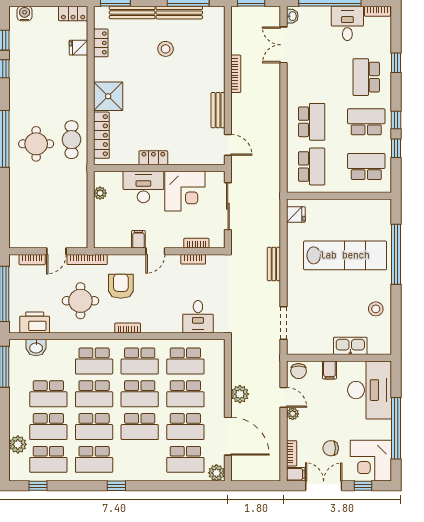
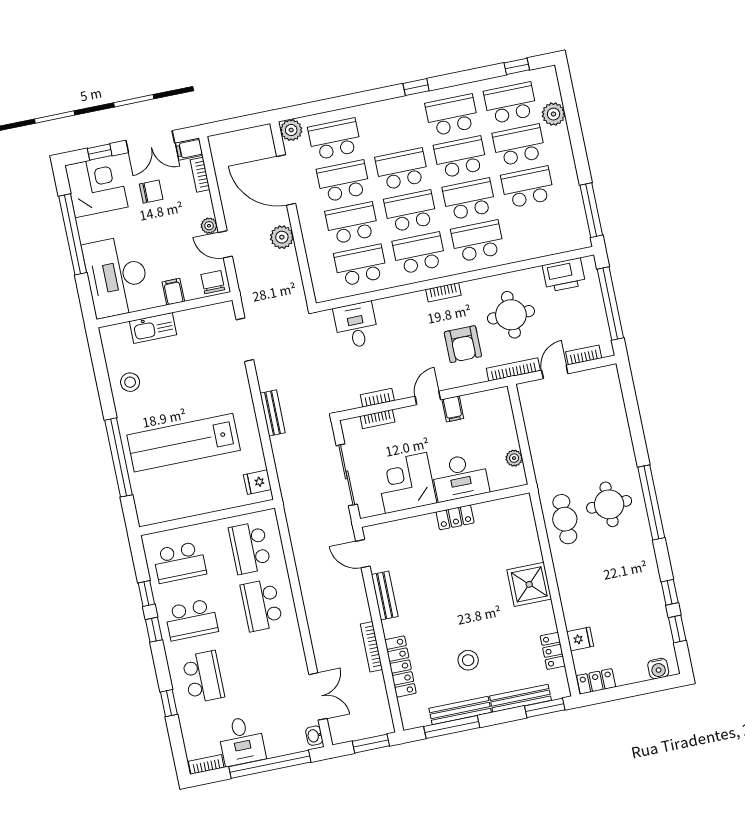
locker: (101, 135) -> (400, 667), moved, turned 180
washbasin: (36, 348) -> (556, 243), removed

